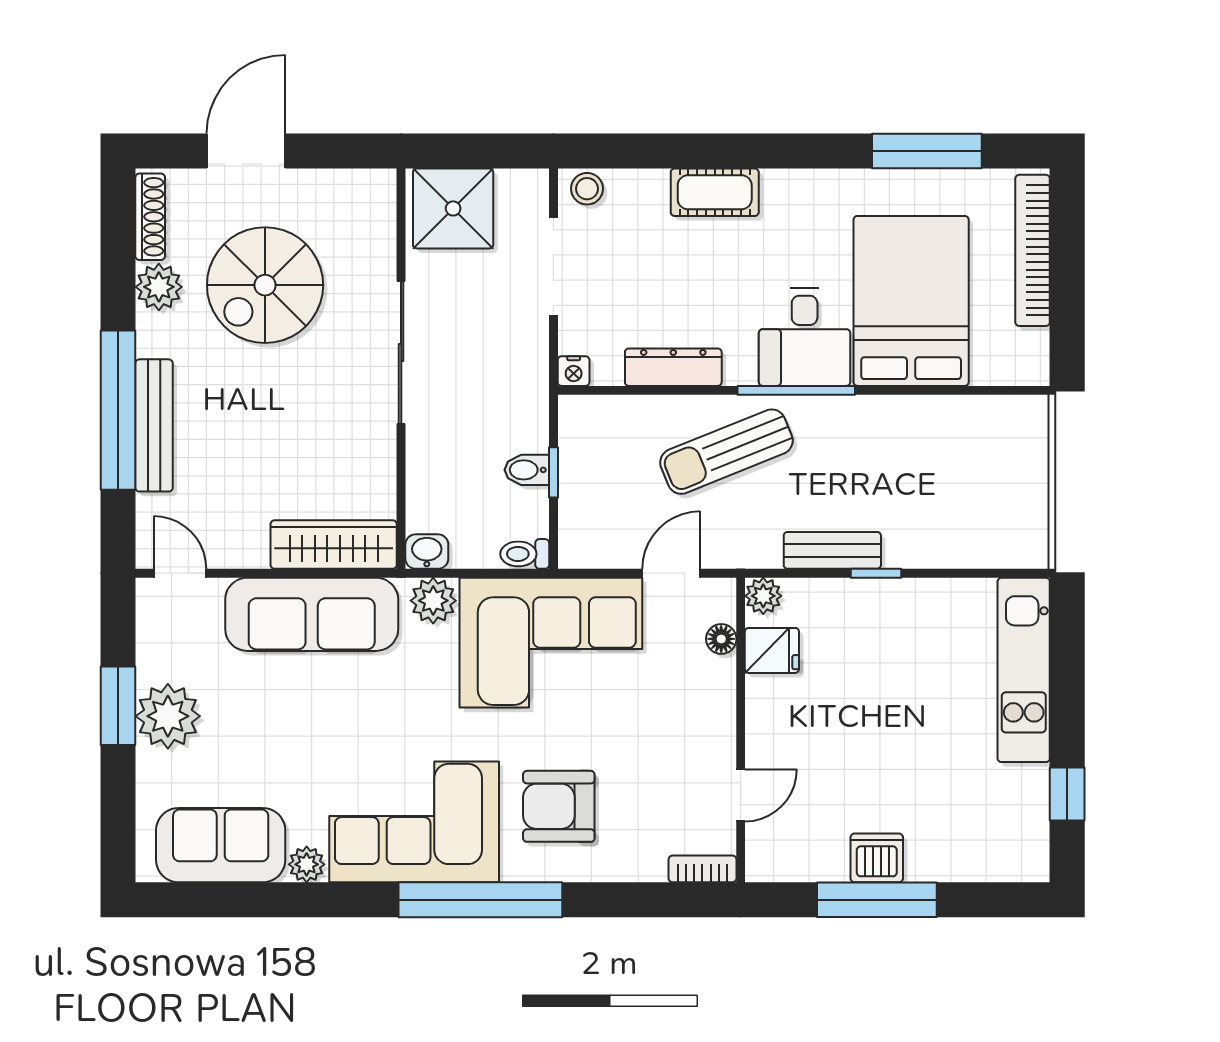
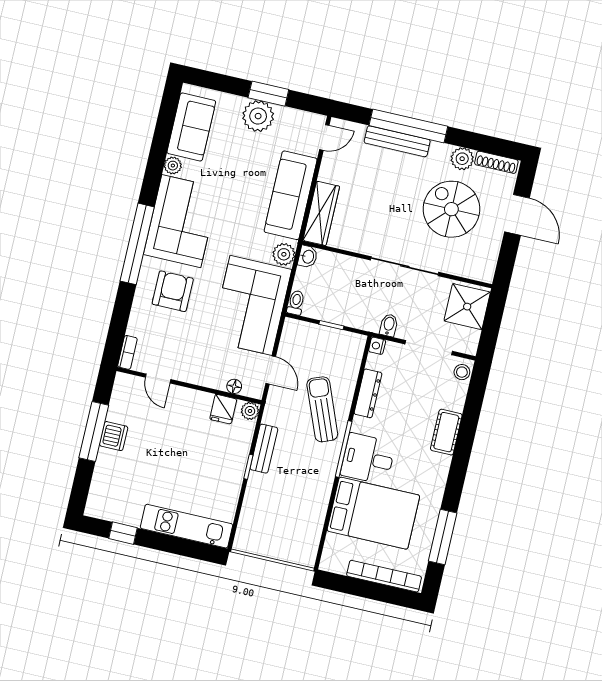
bidet: (527, 470) -> (389, 325), moved

